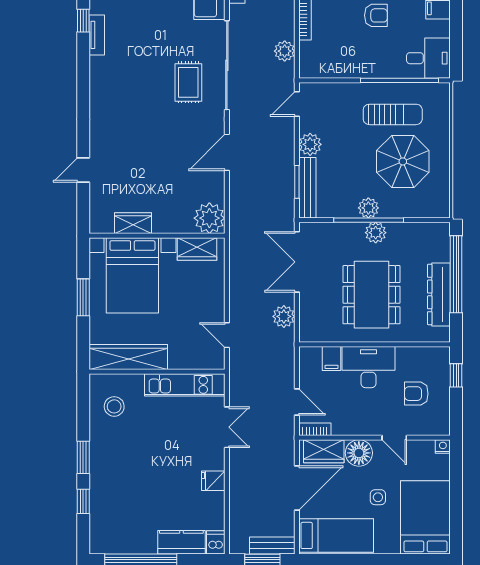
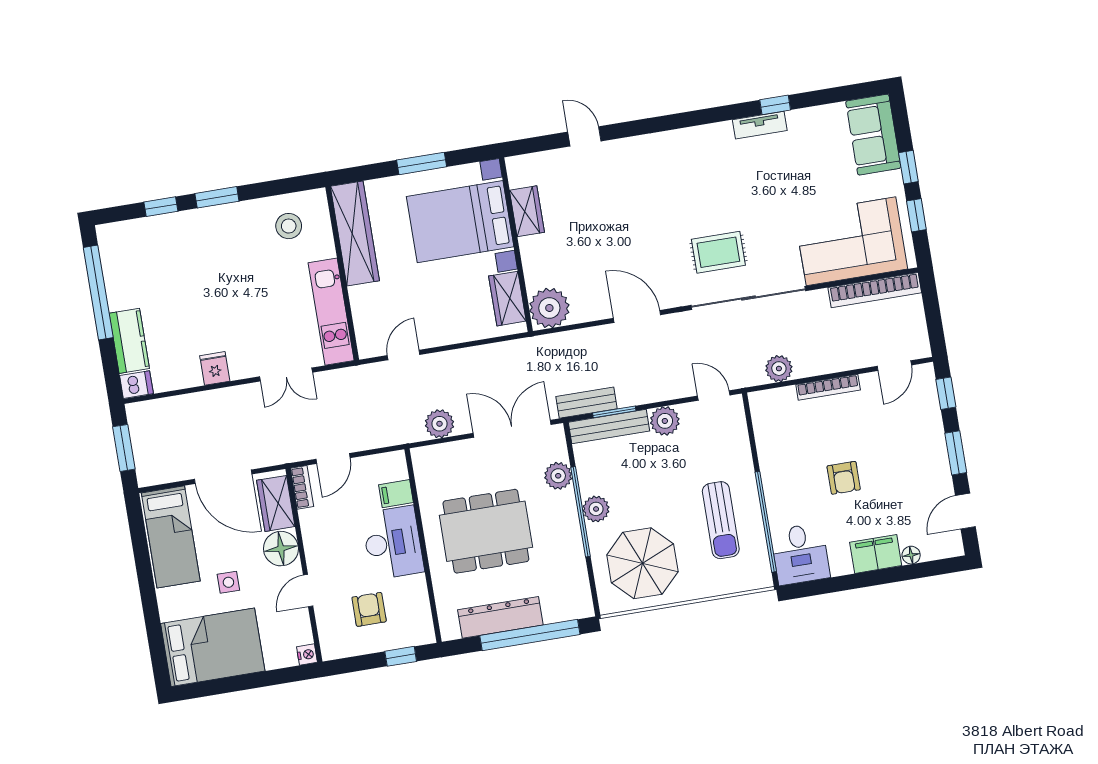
parasol: (403, 161) -> (642, 563), moved
plant: (376, 233) -> (558, 476), moved
bench: (272, 545) -> (586, 403), moved, turned 90

